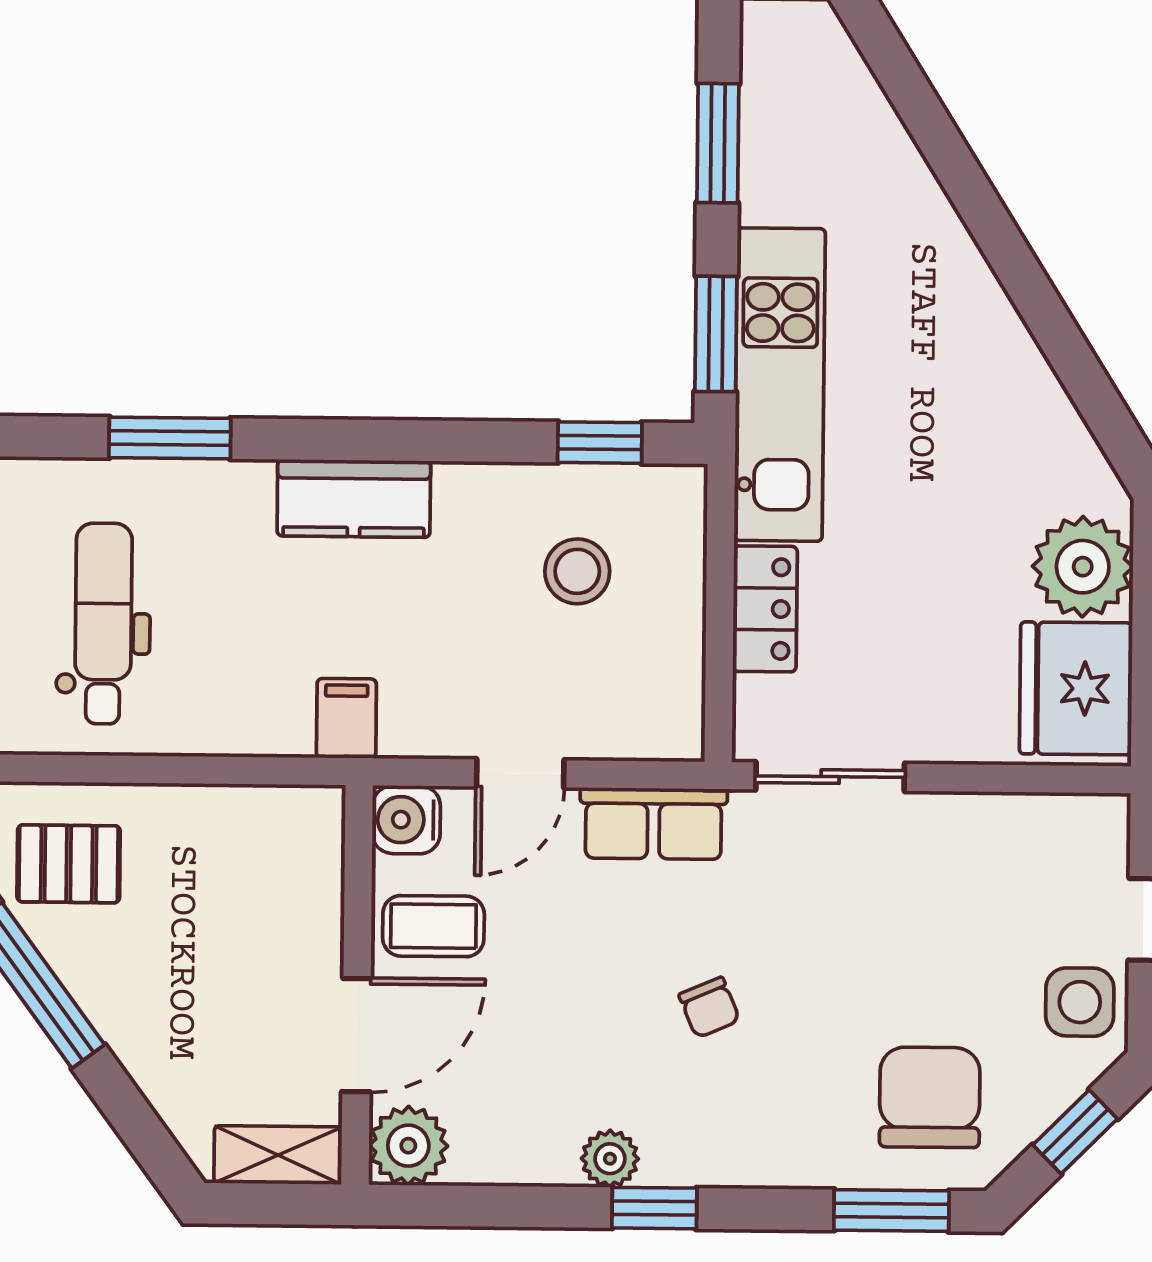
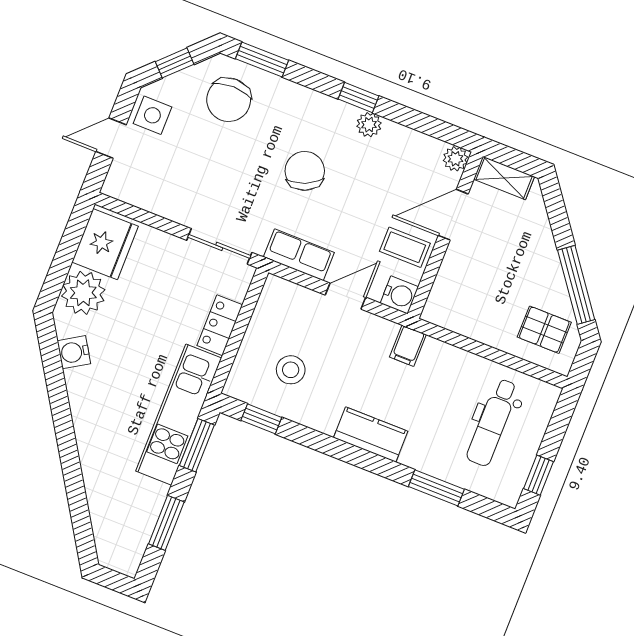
water cooler: (1054, 432) -> (74, 352), added
chair: (709, 1008) -> (305, 171), width x1.87, depth x1.87
plant: (408, 1146) -> (455, 159), width x0.73, depth x0.73

